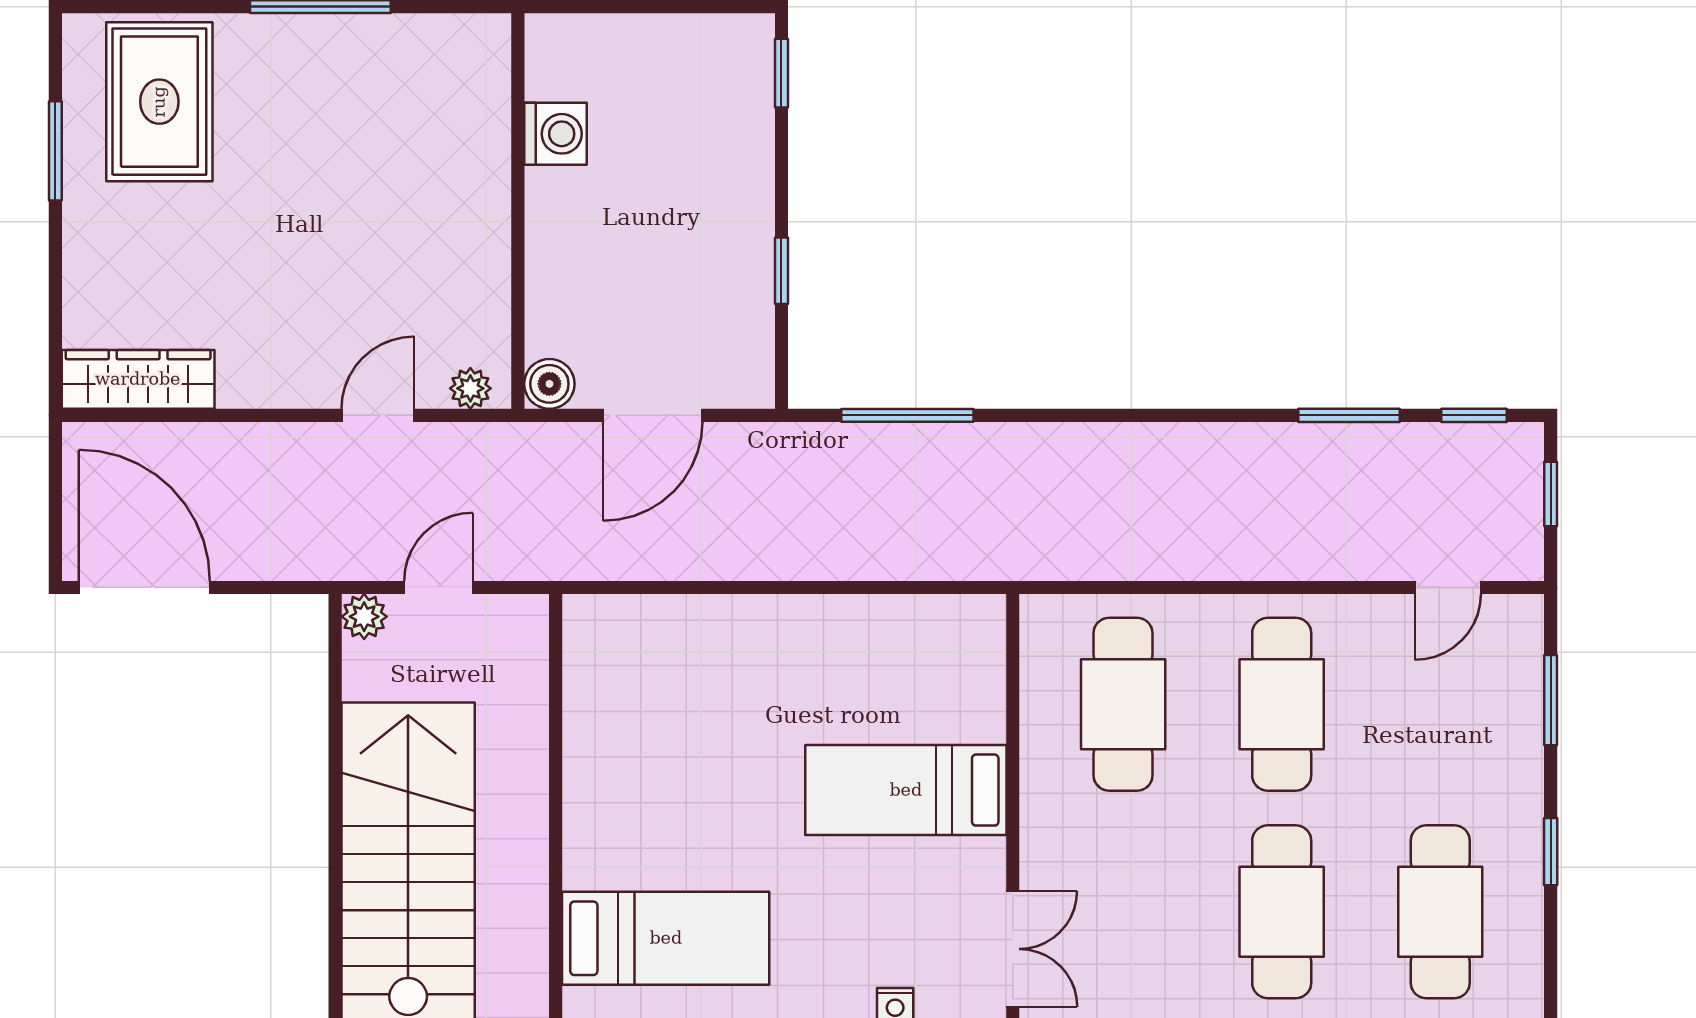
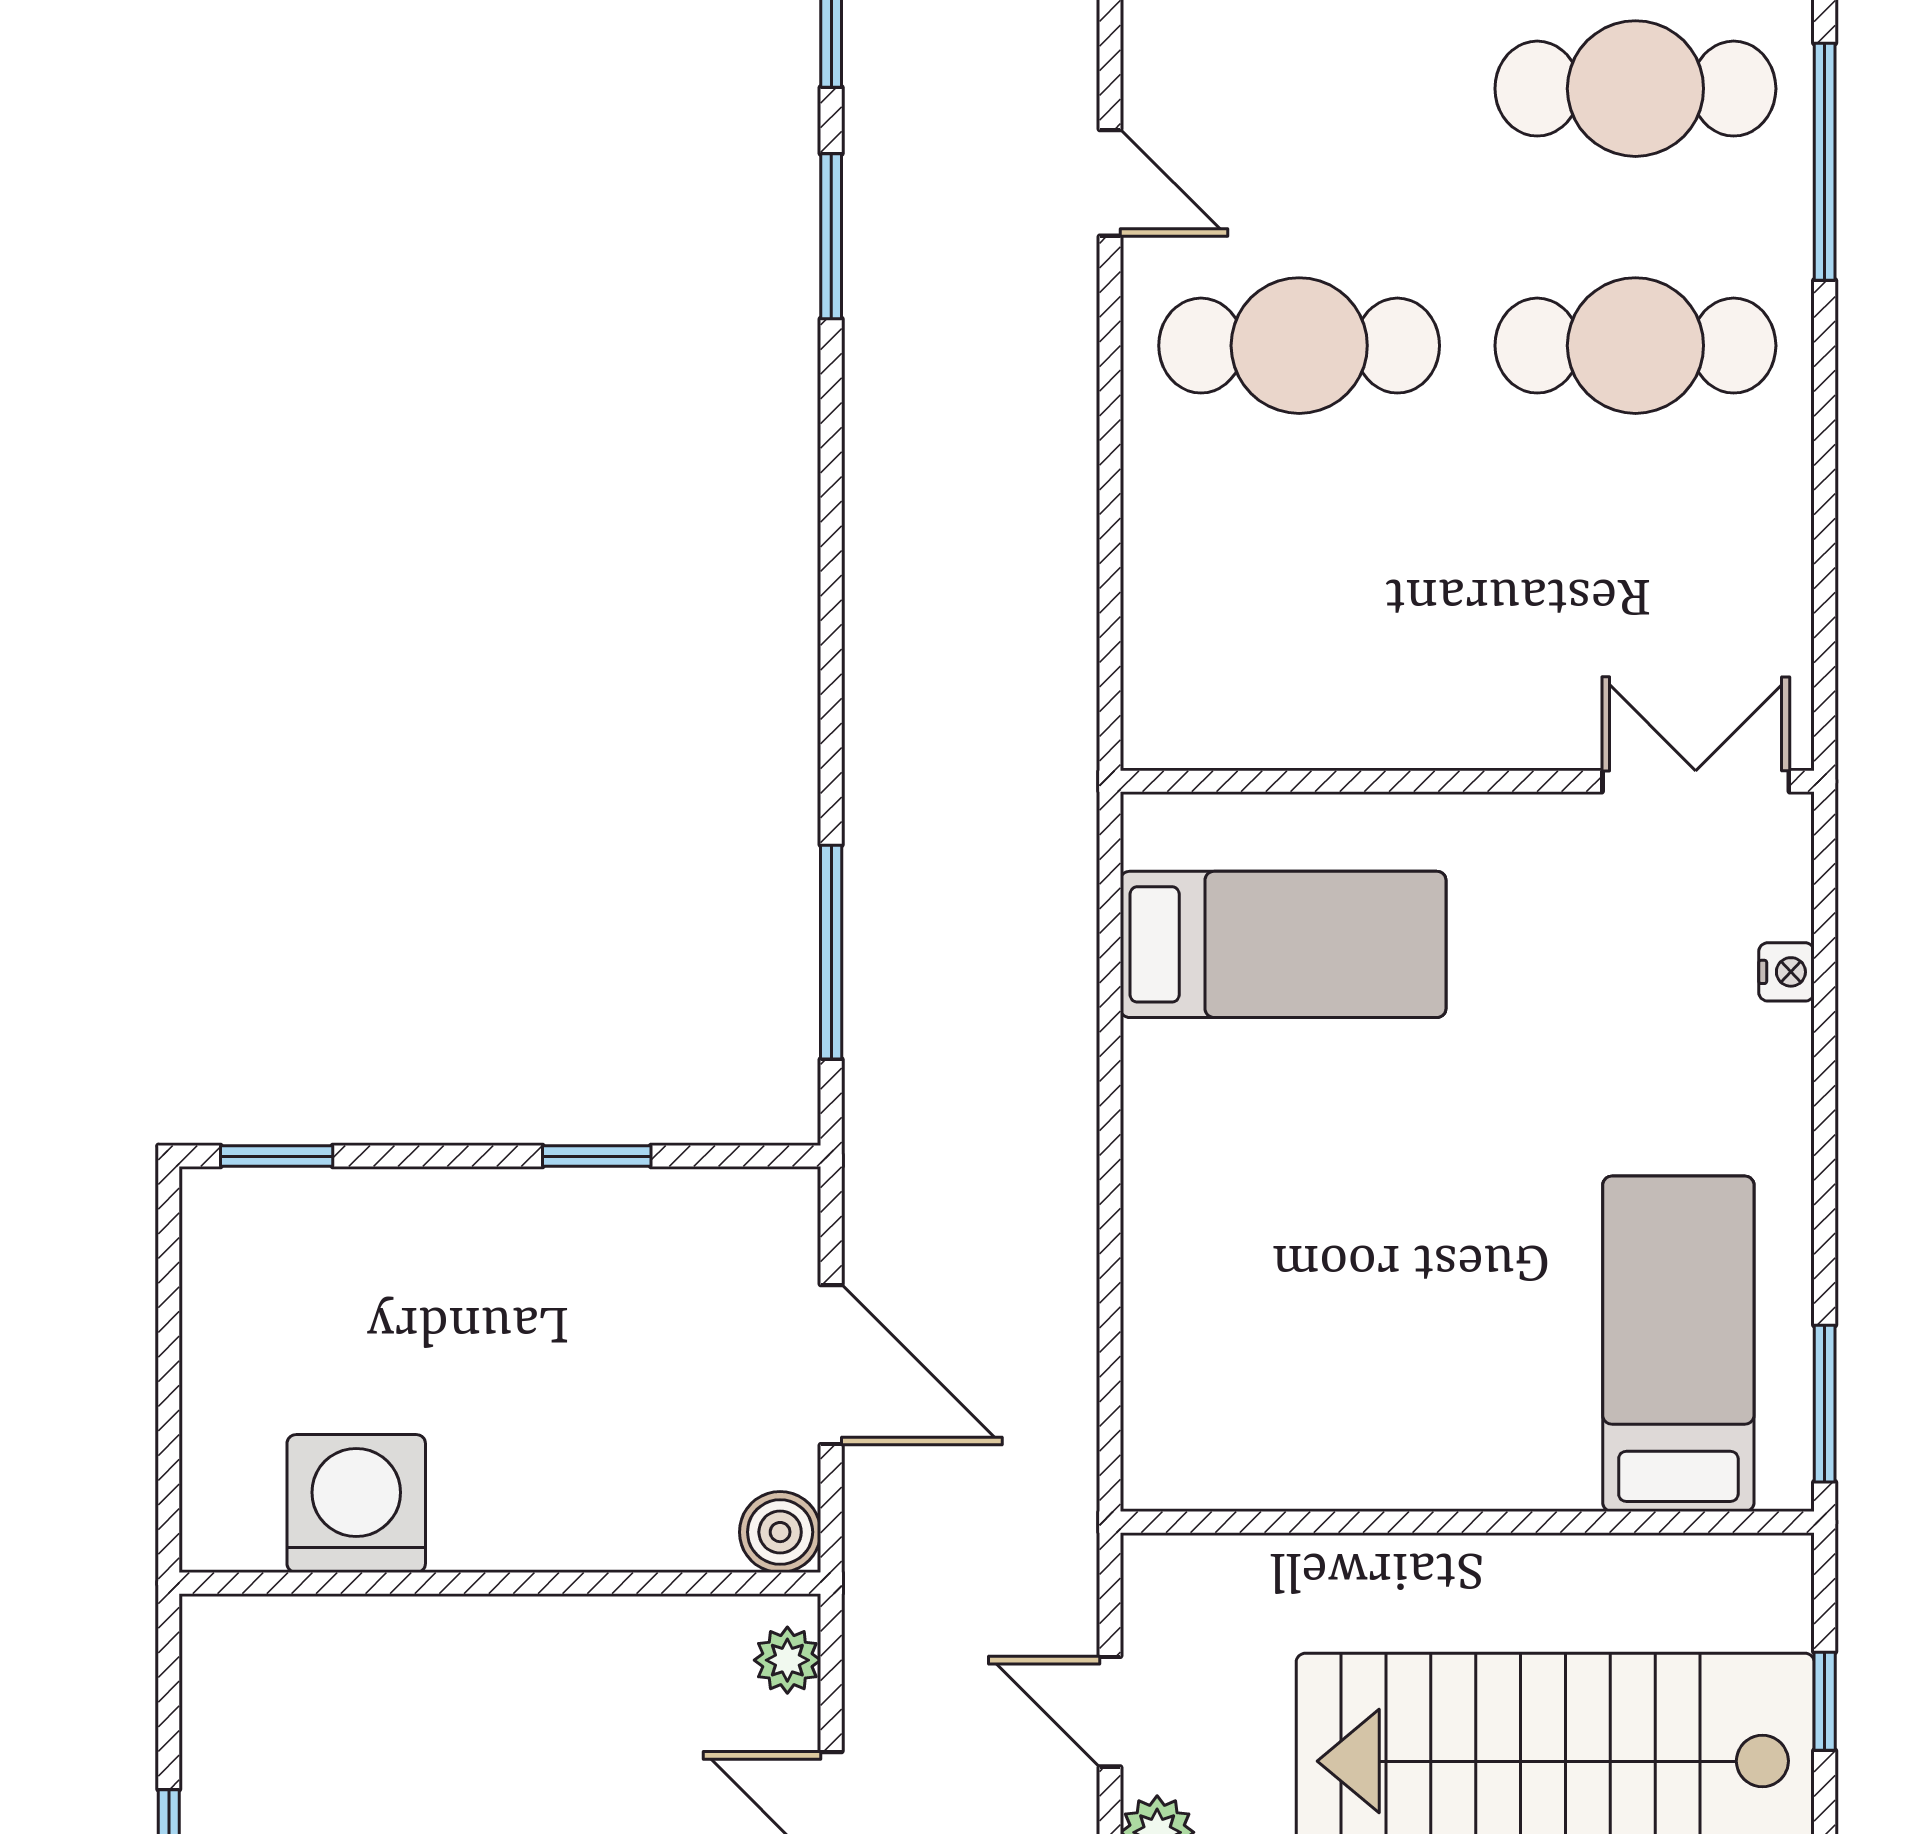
washing machine: (555, 134) -> (356, 1504), width x1.37, depth x1.37
door: (1448, 587) -> (1110, 183), moved
cafe table: (1123, 704) -> (1299, 603), removed
bed: (906, 790) -> (1283, 944), moved, turned -90

